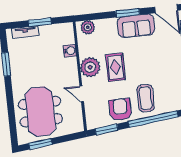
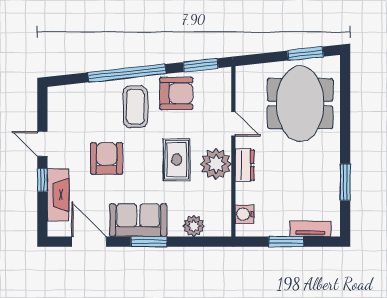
plant: (88, 27) -> (194, 226), moved
water cooler: (70, 51) -> (245, 214), moved
armchair: (160, 63) -> (107, 158), added
dresser: (72, 68) -> (245, 165), added
armchair: (120, 110) -> (176, 93), turned -90

